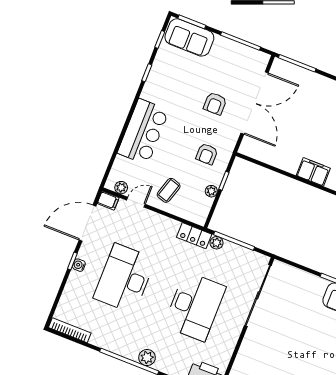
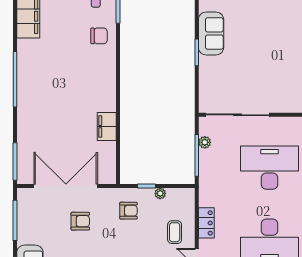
filing cabinet: (313, 172) -> (107, 127), moved
coffee table: (169, 190) -> (175, 232), turned 73
locker: (194, 236) -> (206, 223), moved
plant: (217, 243) -> (205, 142), moved

